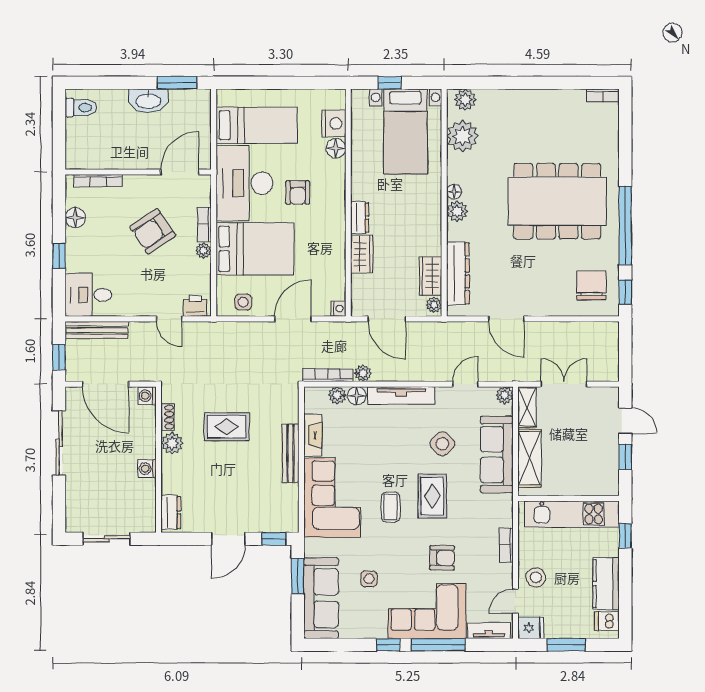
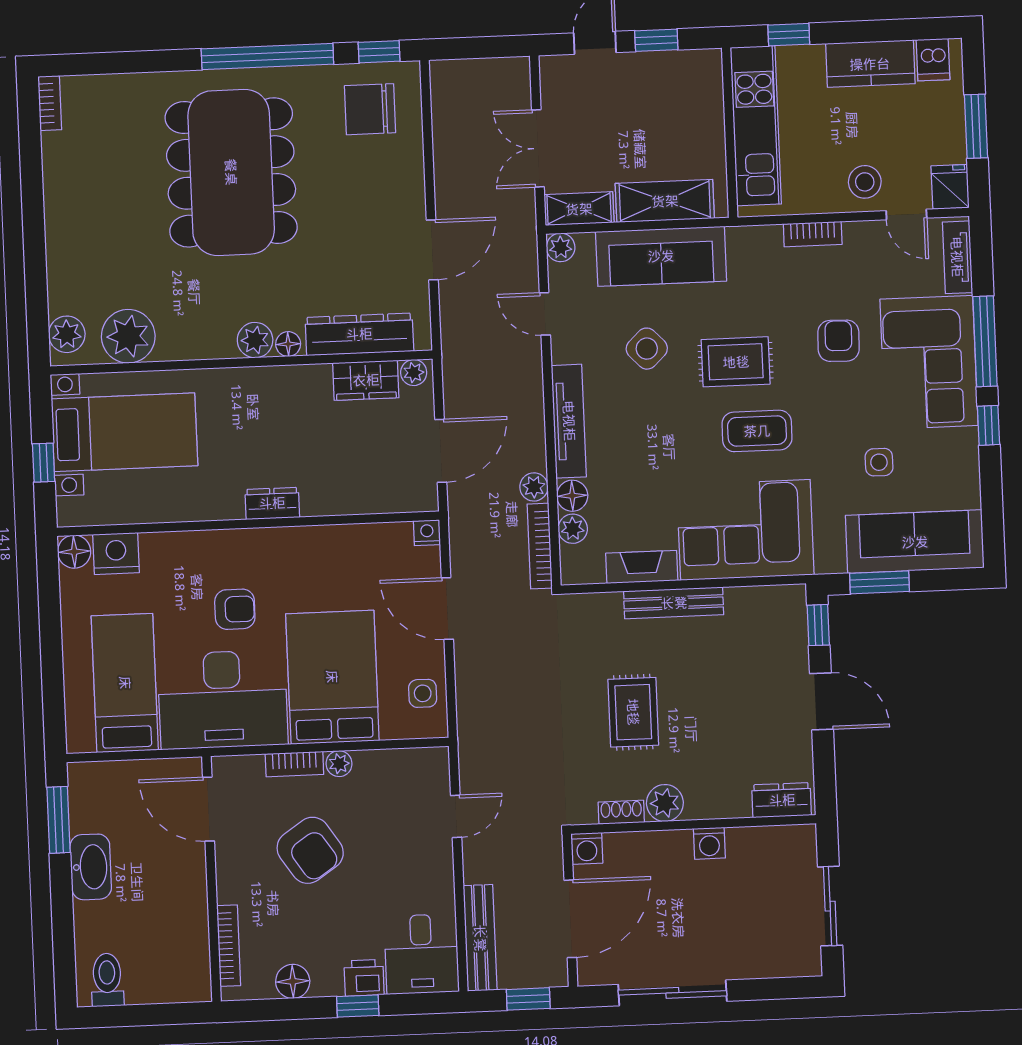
floor lamp: (336, 148) -> (74, 552), moved
floor lamp: (454, 192) -> (288, 344), moved
wardrobe: (362, 254) -> (334, 497), removed
printer: (195, 306) -> (364, 978), moved, turned 90
coffee table: (391, 507) -> (757, 431), width x1.36, depth x1.30

